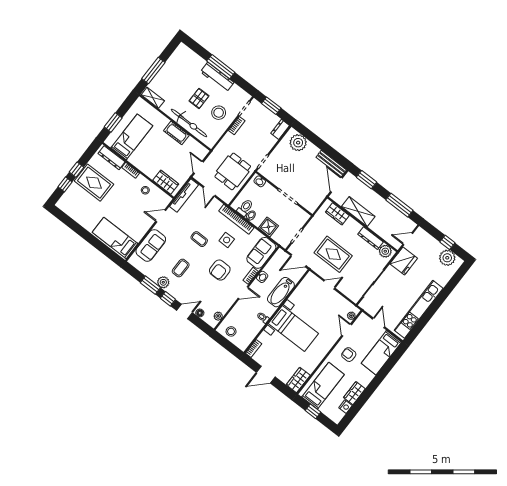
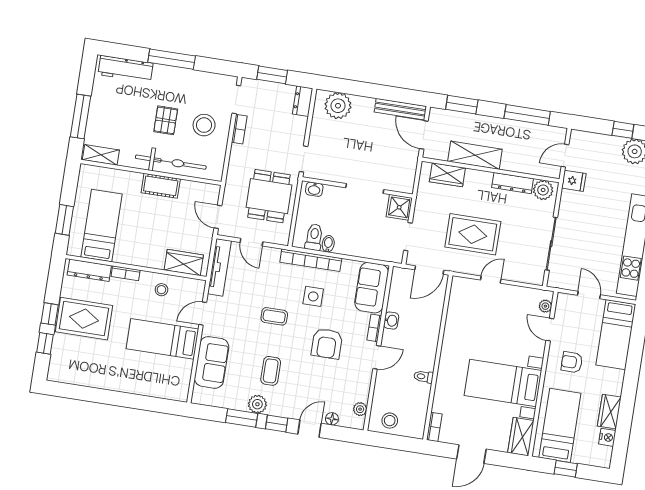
workbench: (217, 77) -> (125, 69), moved
shower: (268, 227) -> (399, 207), moved
bed: (115, 238) -> (162, 339), moved
fridge: (404, 261) -> (574, 181), width x0.53, depth x0.75
bathtub: (281, 292) -> (429, 327), removed
bed with nightstands: (293, 329) -> (503, 383), moved, turned 180

